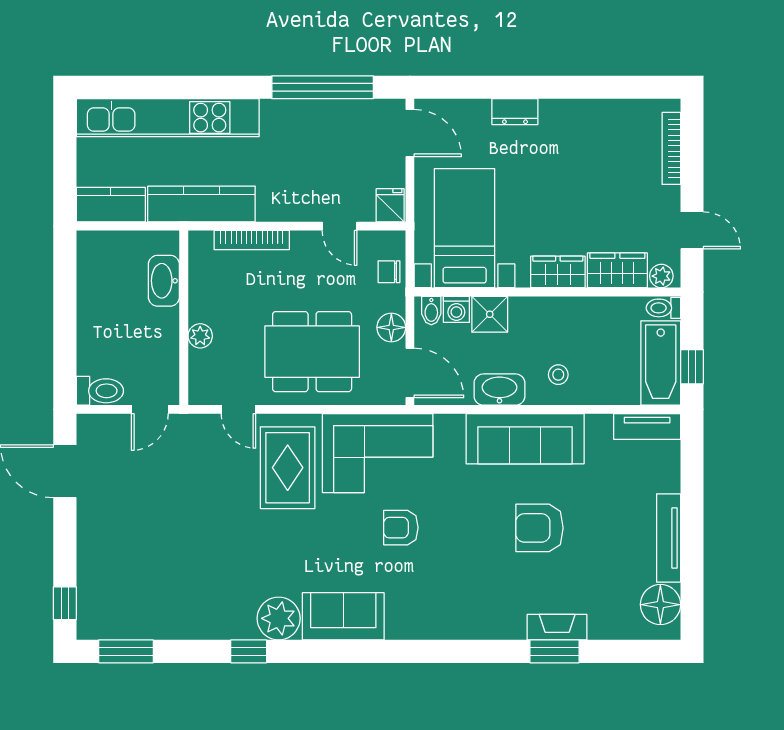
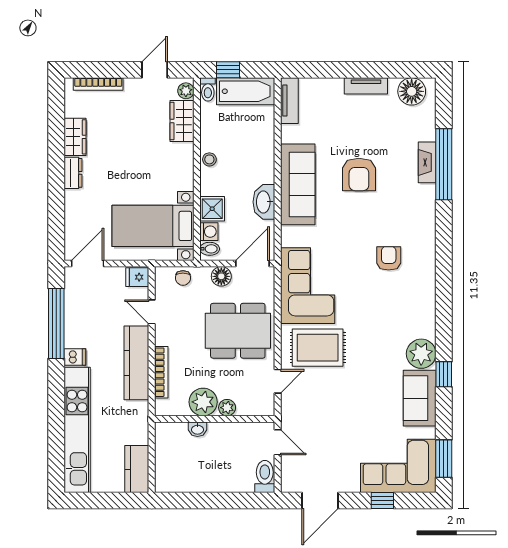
dresser: (515, 112) -> (73, 173), moved
dishwasher: (274, 114) -> (75, 357), added
kitchen counter: (201, 204) -> (136, 363), moved
door: (340, 226) -> (152, 312), swing flipped
wardrobe: (558, 272) -> (75, 137), moved, turned 180
washbasin: (164, 281) -> (197, 429), width x0.52, depth x0.69
plant: (208, 301) -> (203, 402), added
dining table: (312, 352) -> (238, 331), turned 90
window: (692, 367) -> (228, 70), moved
stool: (558, 375) -> (209, 159), moved
armchair: (401, 528) -> (389, 258), moved, turned 180
tv unit: (669, 538) -> (366, 86), width x0.71
corner sofa: (115, 585) -> (398, 466), added
window: (65, 603) -> (382, 501), moved
sofa: (343, 616) -> (420, 398), moved
window: (554, 651) -> (444, 164), width x2.11

